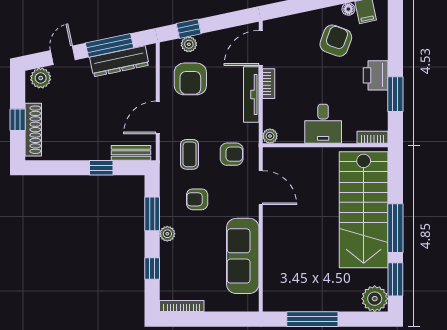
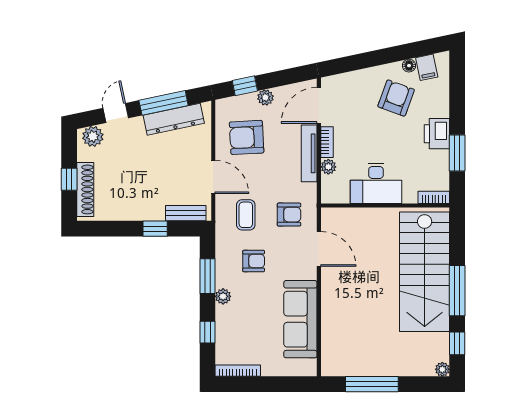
plant: (189, 44) -> (265, 97), moved
armchair: (190, 79) -> (247, 137), turned 87
door: (158, 117) -> (213, 177), swing flipped
desk: (323, 124) -> (376, 183), width x1.37
plant: (270, 136) -> (328, 167), moved
armchair: (197, 199) -> (254, 261), turned 180
window: (395, 279) -> (457, 343), width x0.67
plant: (375, 299) -> (442, 369), width x0.53, depth x0.53

